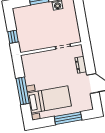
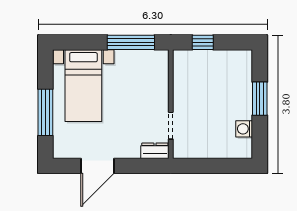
dresser: (81, 65) -> (155, 151), moved
window: (23, 91) -> (131, 42), moved

